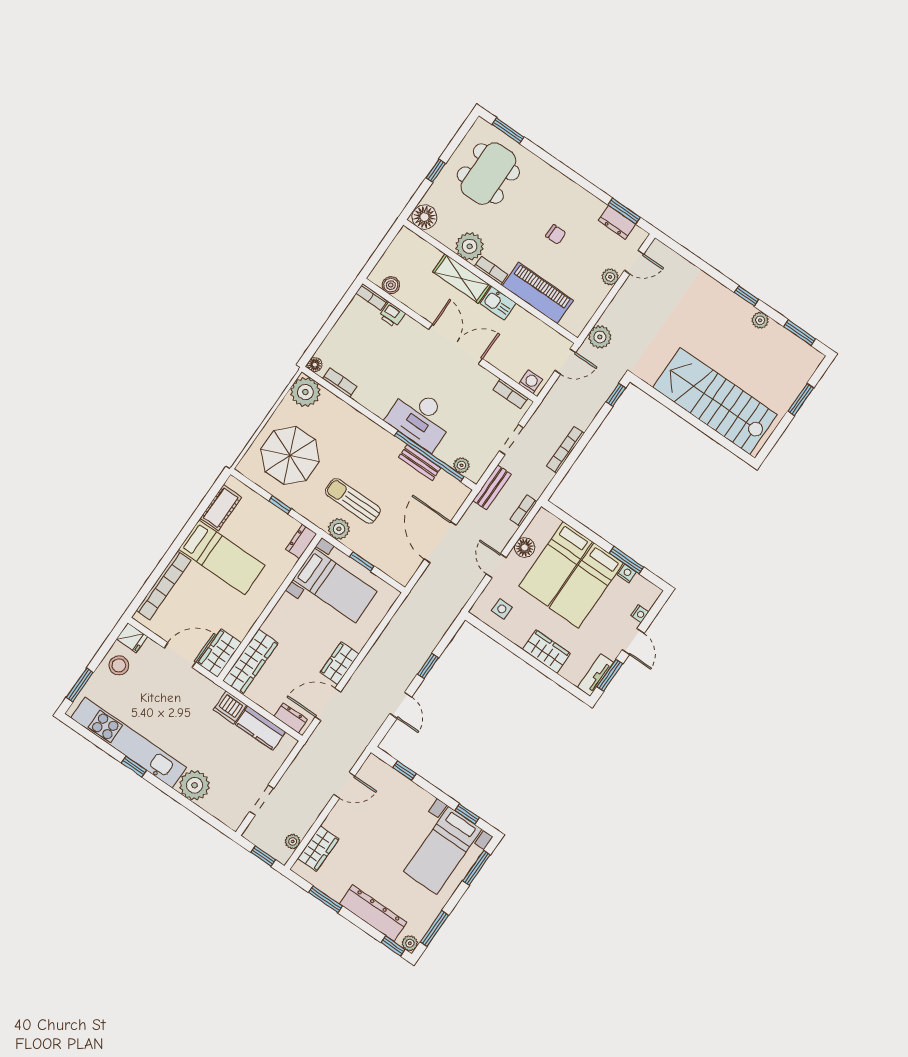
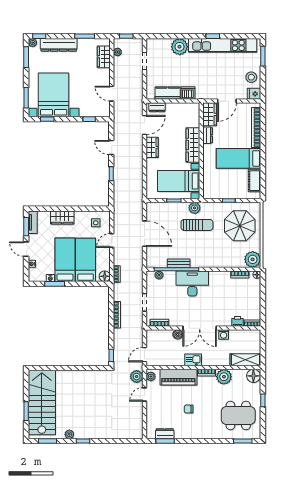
dining table: (488, 174) -> (238, 416), turned 90
door: (634, 262) -> (145, 394), moved
plant: (610, 277) -> (151, 376), moved
shelving: (462, 279) -> (245, 360), moved
boiler: (391, 285) -> (178, 334), moved
washing machine: (531, 382) -> (224, 335), moved
stairs: (715, 401) -> (42, 403), moved, turned -90
bench: (492, 487) -> (138, 275), removed
dresser: (301, 542) -> (208, 135), moved
floor lamp: (525, 547) -> (105, 276), moved
door: (496, 566) -> (112, 240), swing flipped
wardrobe: (250, 662) -> (193, 145), moved
door: (344, 785) -> (112, 94), hinge flipped
bed with nightstands: (443, 850) -> (54, 95), width x1.36

